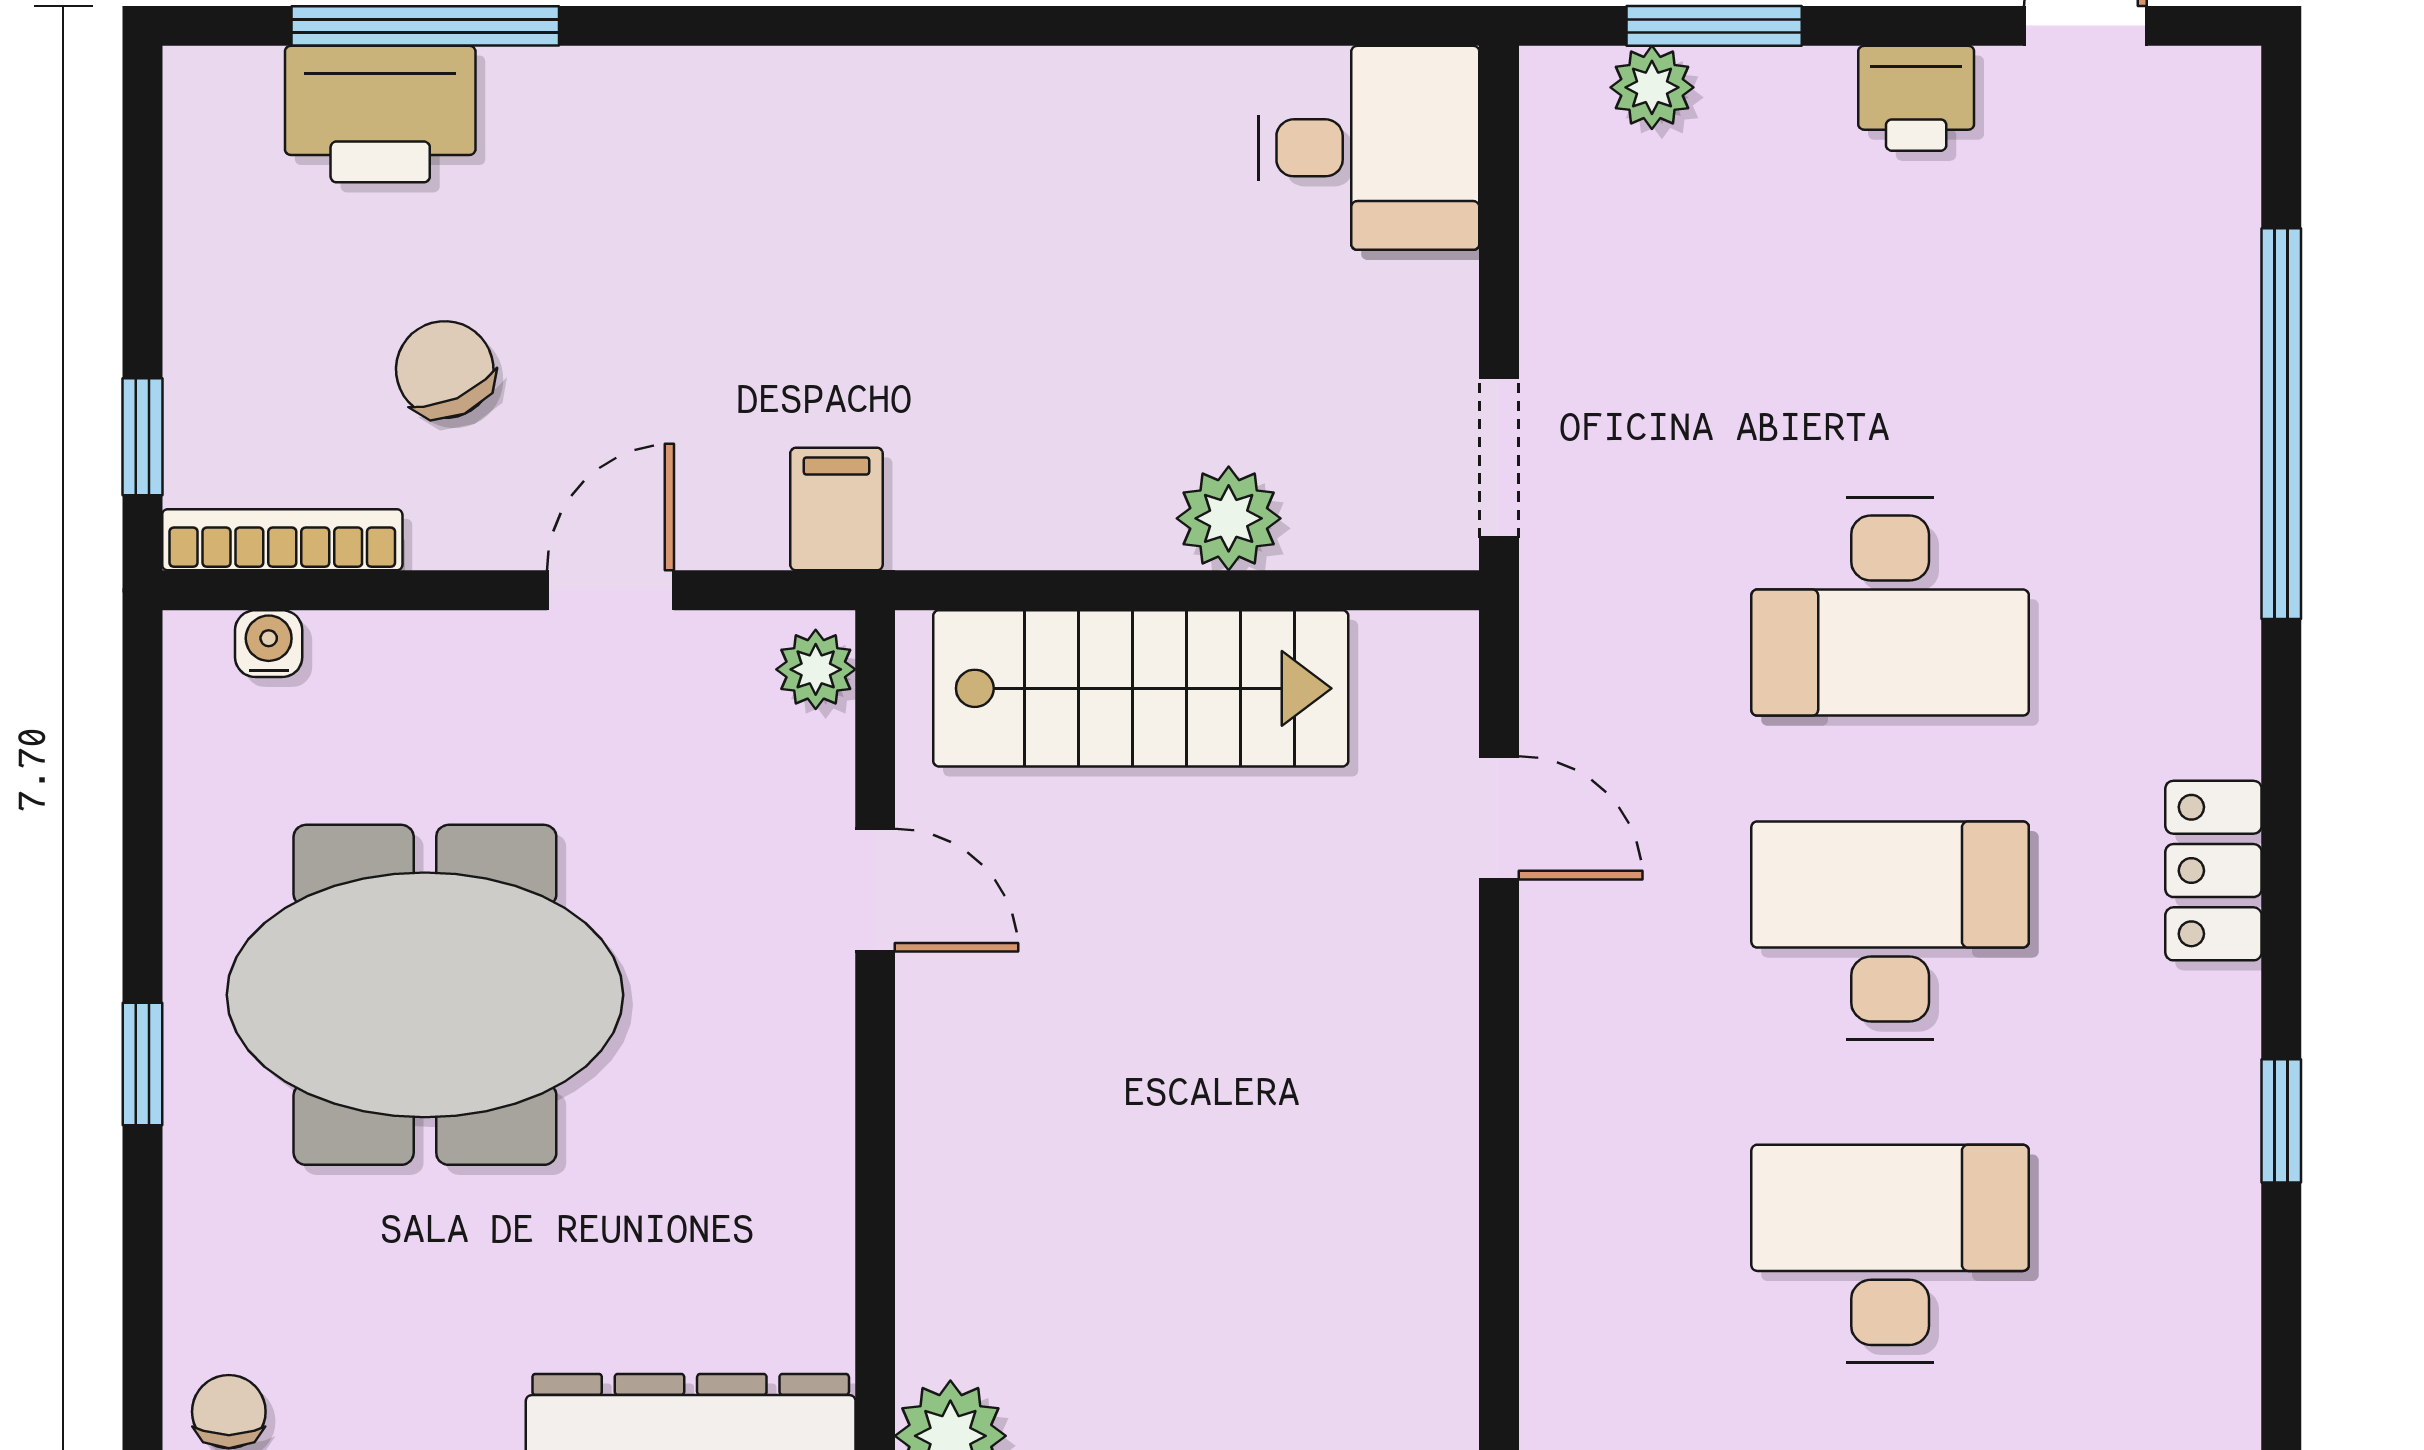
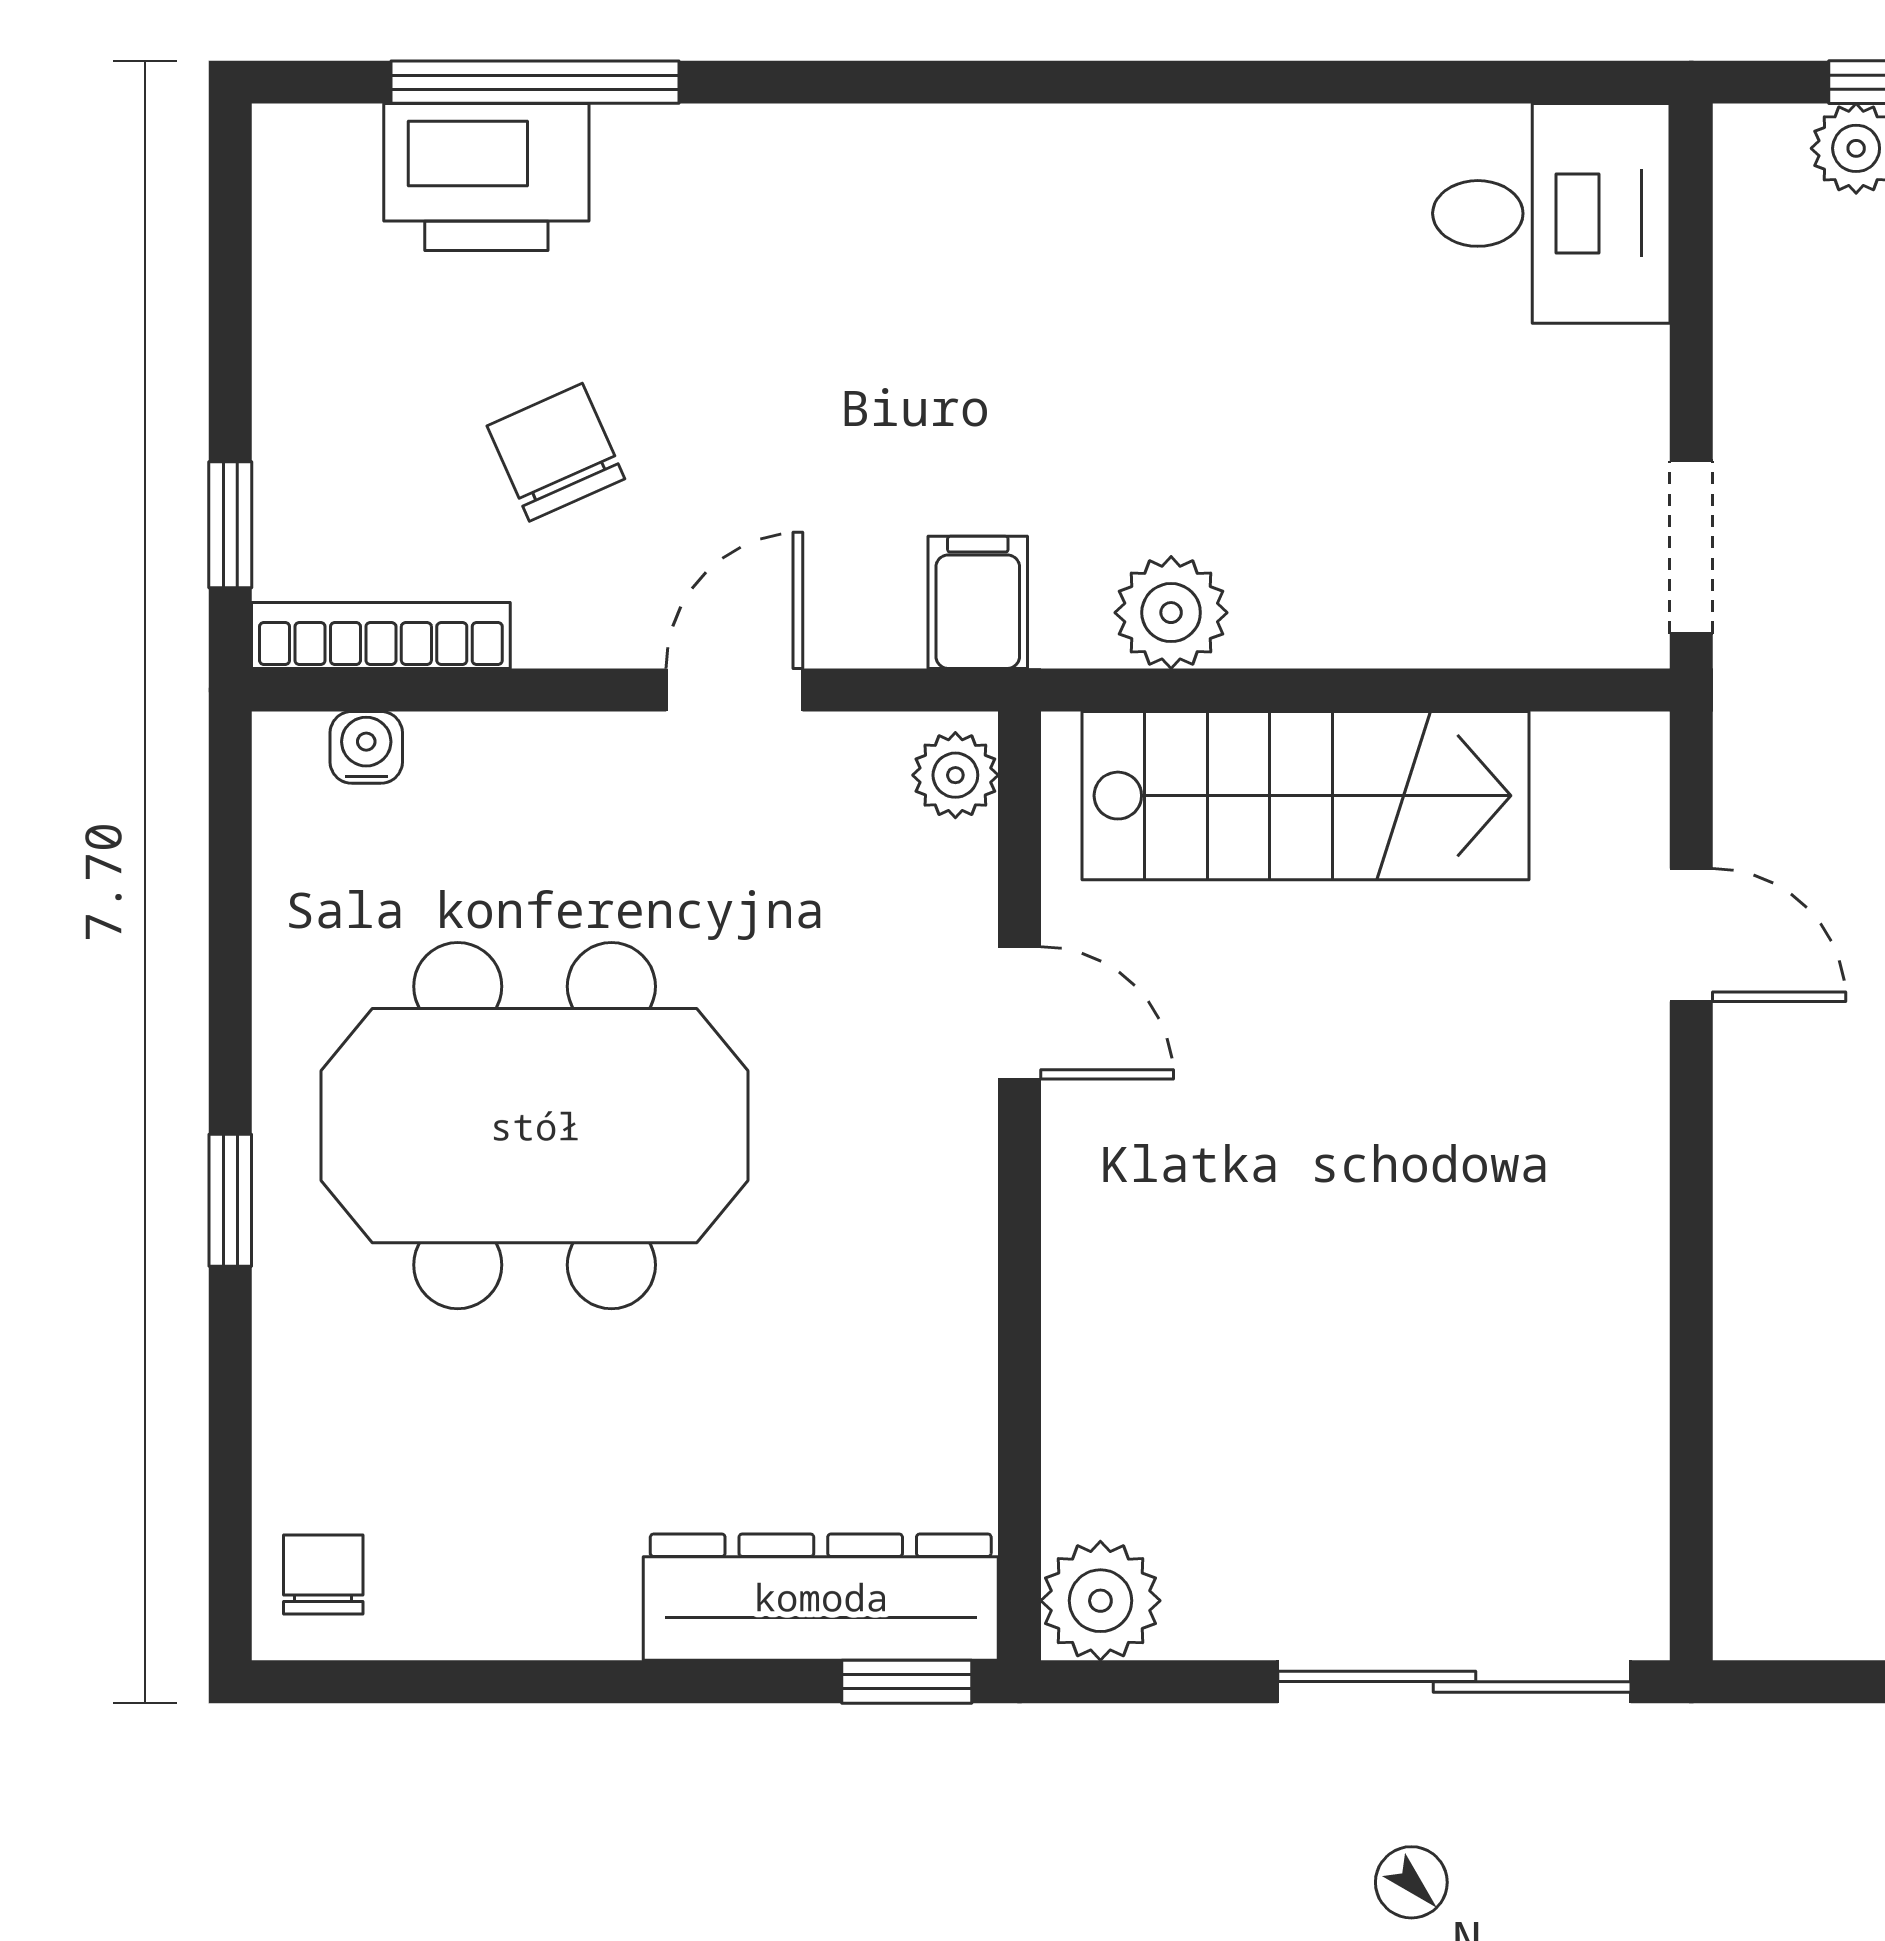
plant: (1229, 518) -> (1171, 613), moved

